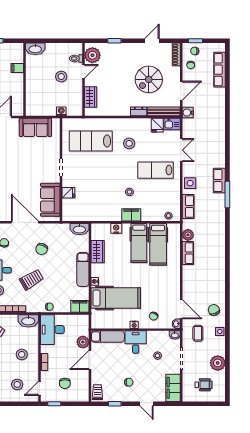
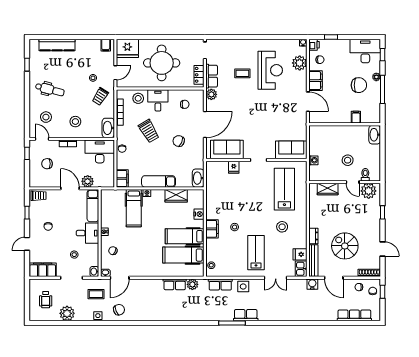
sofa: (35, 127) -> (291, 150), moved, turned 90
hospital bed: (116, 298) -> (134, 208), width x0.73, depth x0.78

